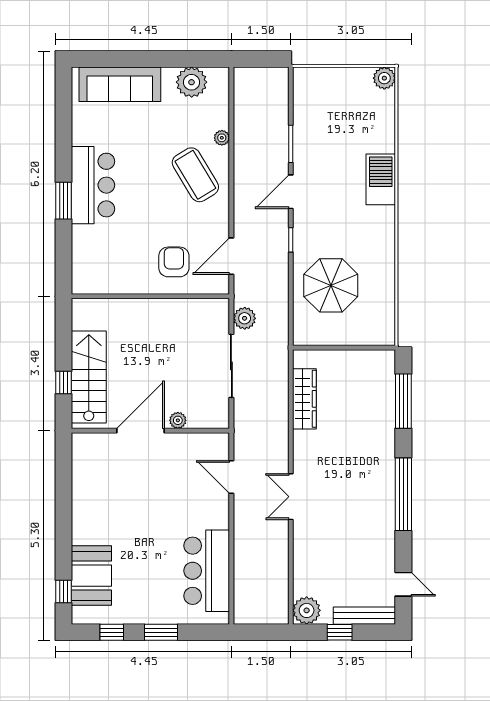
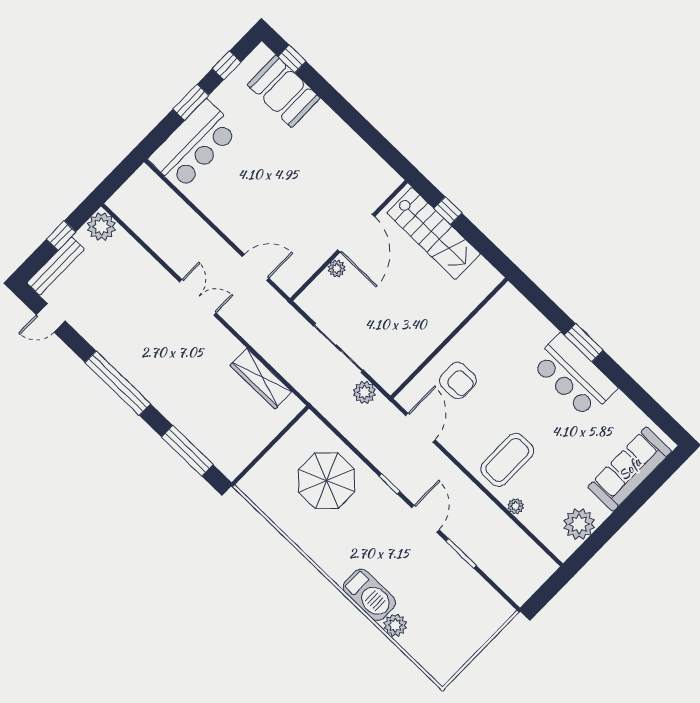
plant: (384, 78) -> (395, 625), moved
coffee table: (195, 175) -> (507, 460), turned -59
bar counter: (207, 571) -> (194, 145), moved, turned 90

